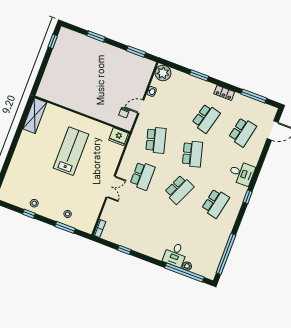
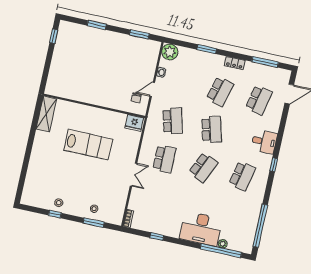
lab bench: (71, 151) -> (88, 145), turned 90
desk: (175, 255) -> (201, 229), width x1.87, depth x1.30

